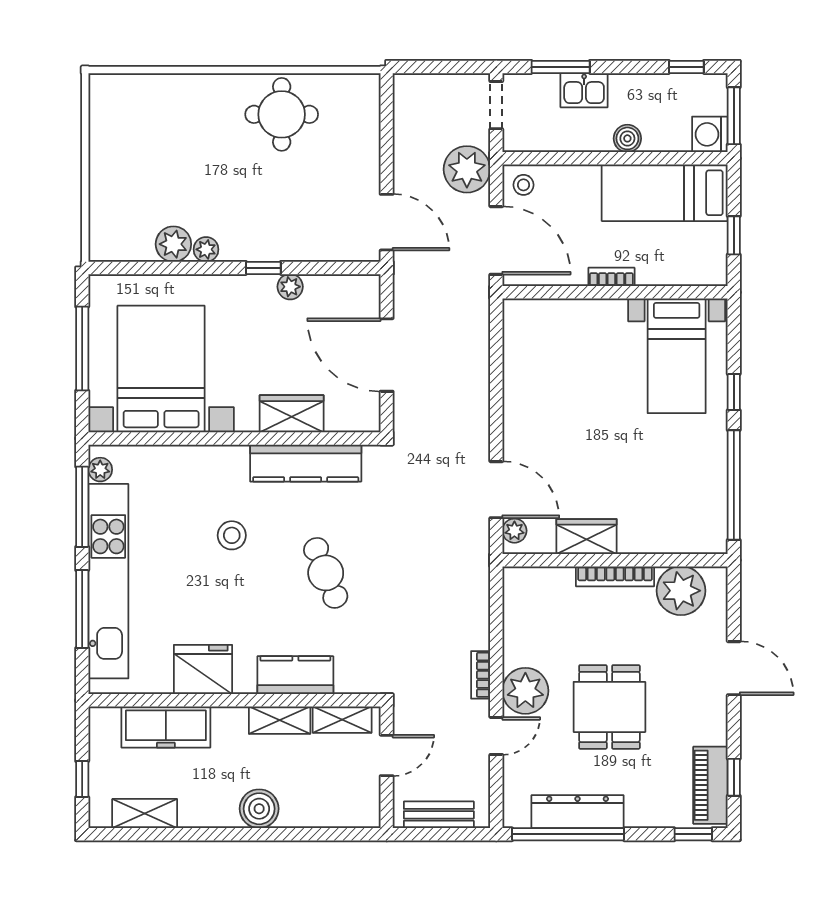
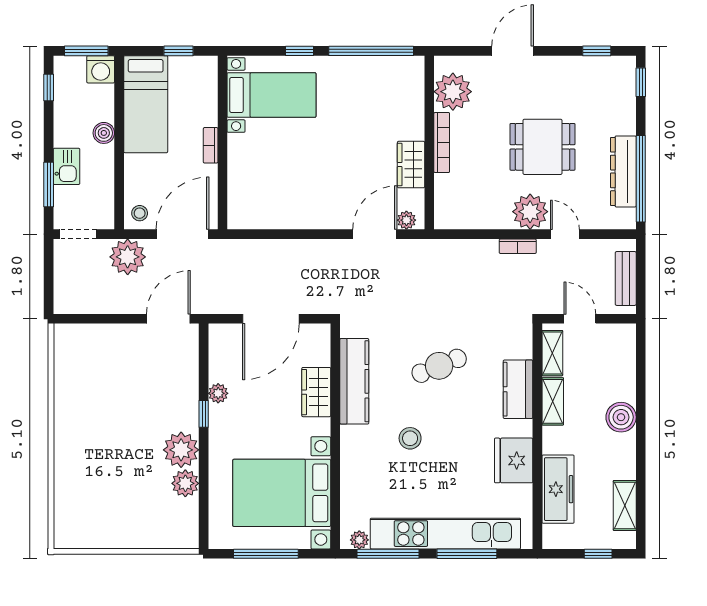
round table: (282, 114) -> (85, 400), removed
plant: (206, 249) -> (181, 450), width x1.88, depth x1.88
piano: (710, 785) -> (603, 69), removed

